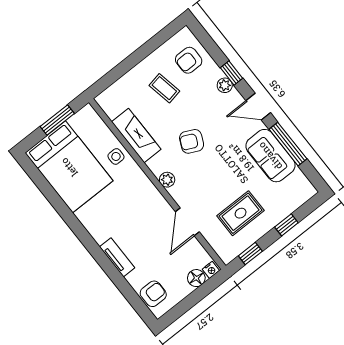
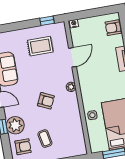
plant: (225, 85) -> (15, 125), width x1.87, depth x1.87
fireplace: (136, 135) -> (75, 121), removed
window: (286, 225) -> (18, 26), removed
floor lamp: (196, 278) -> (84, 23), removed

